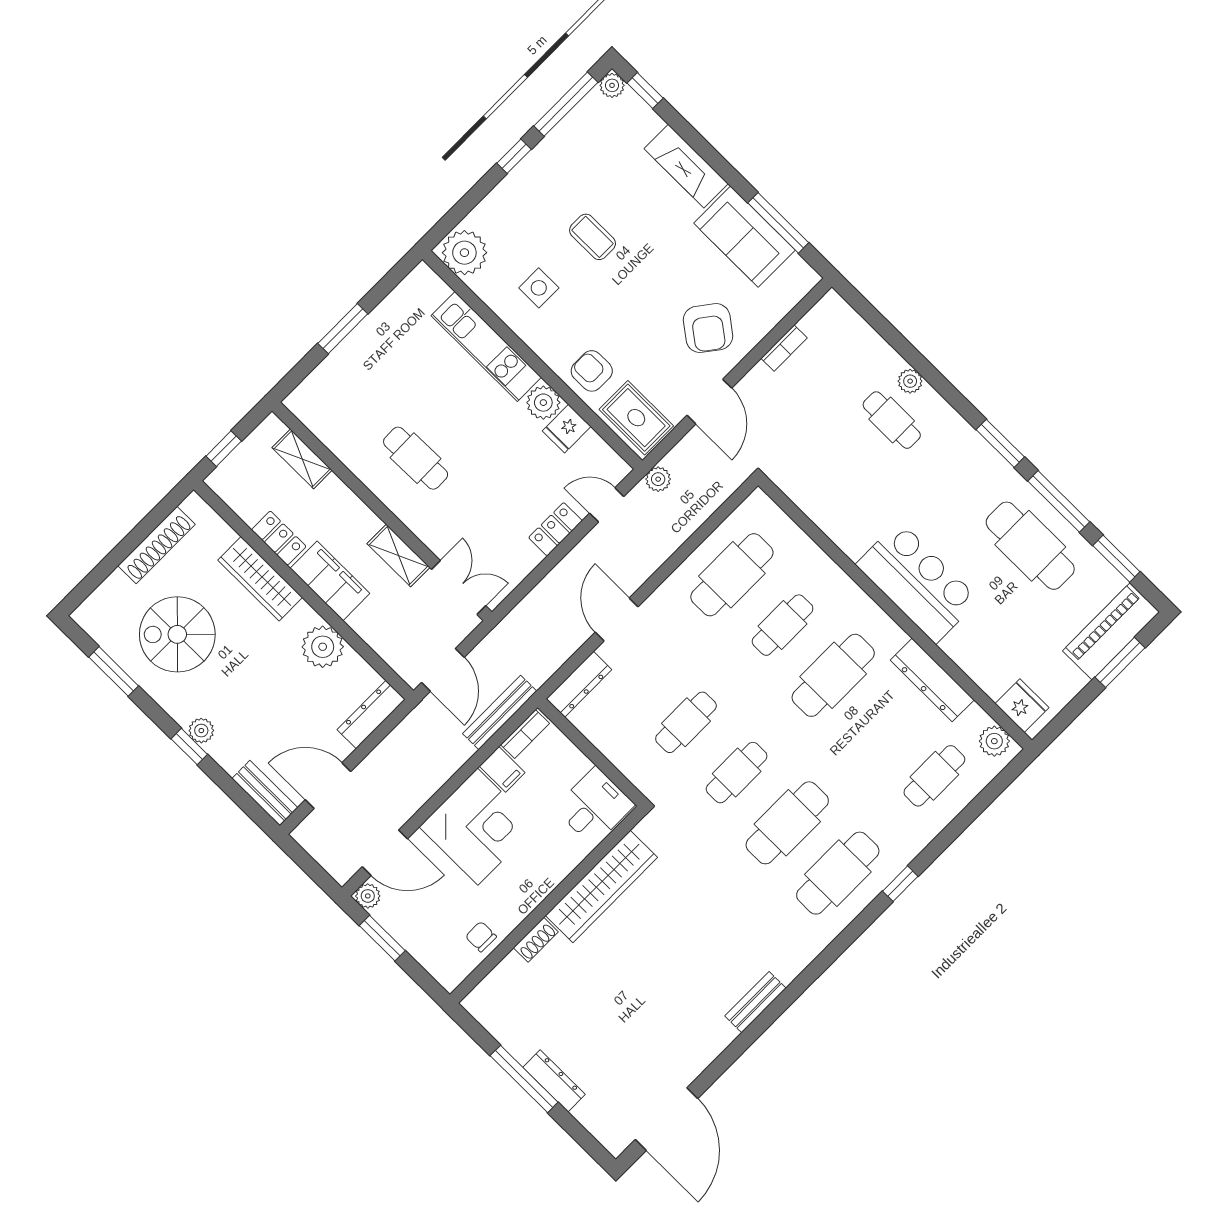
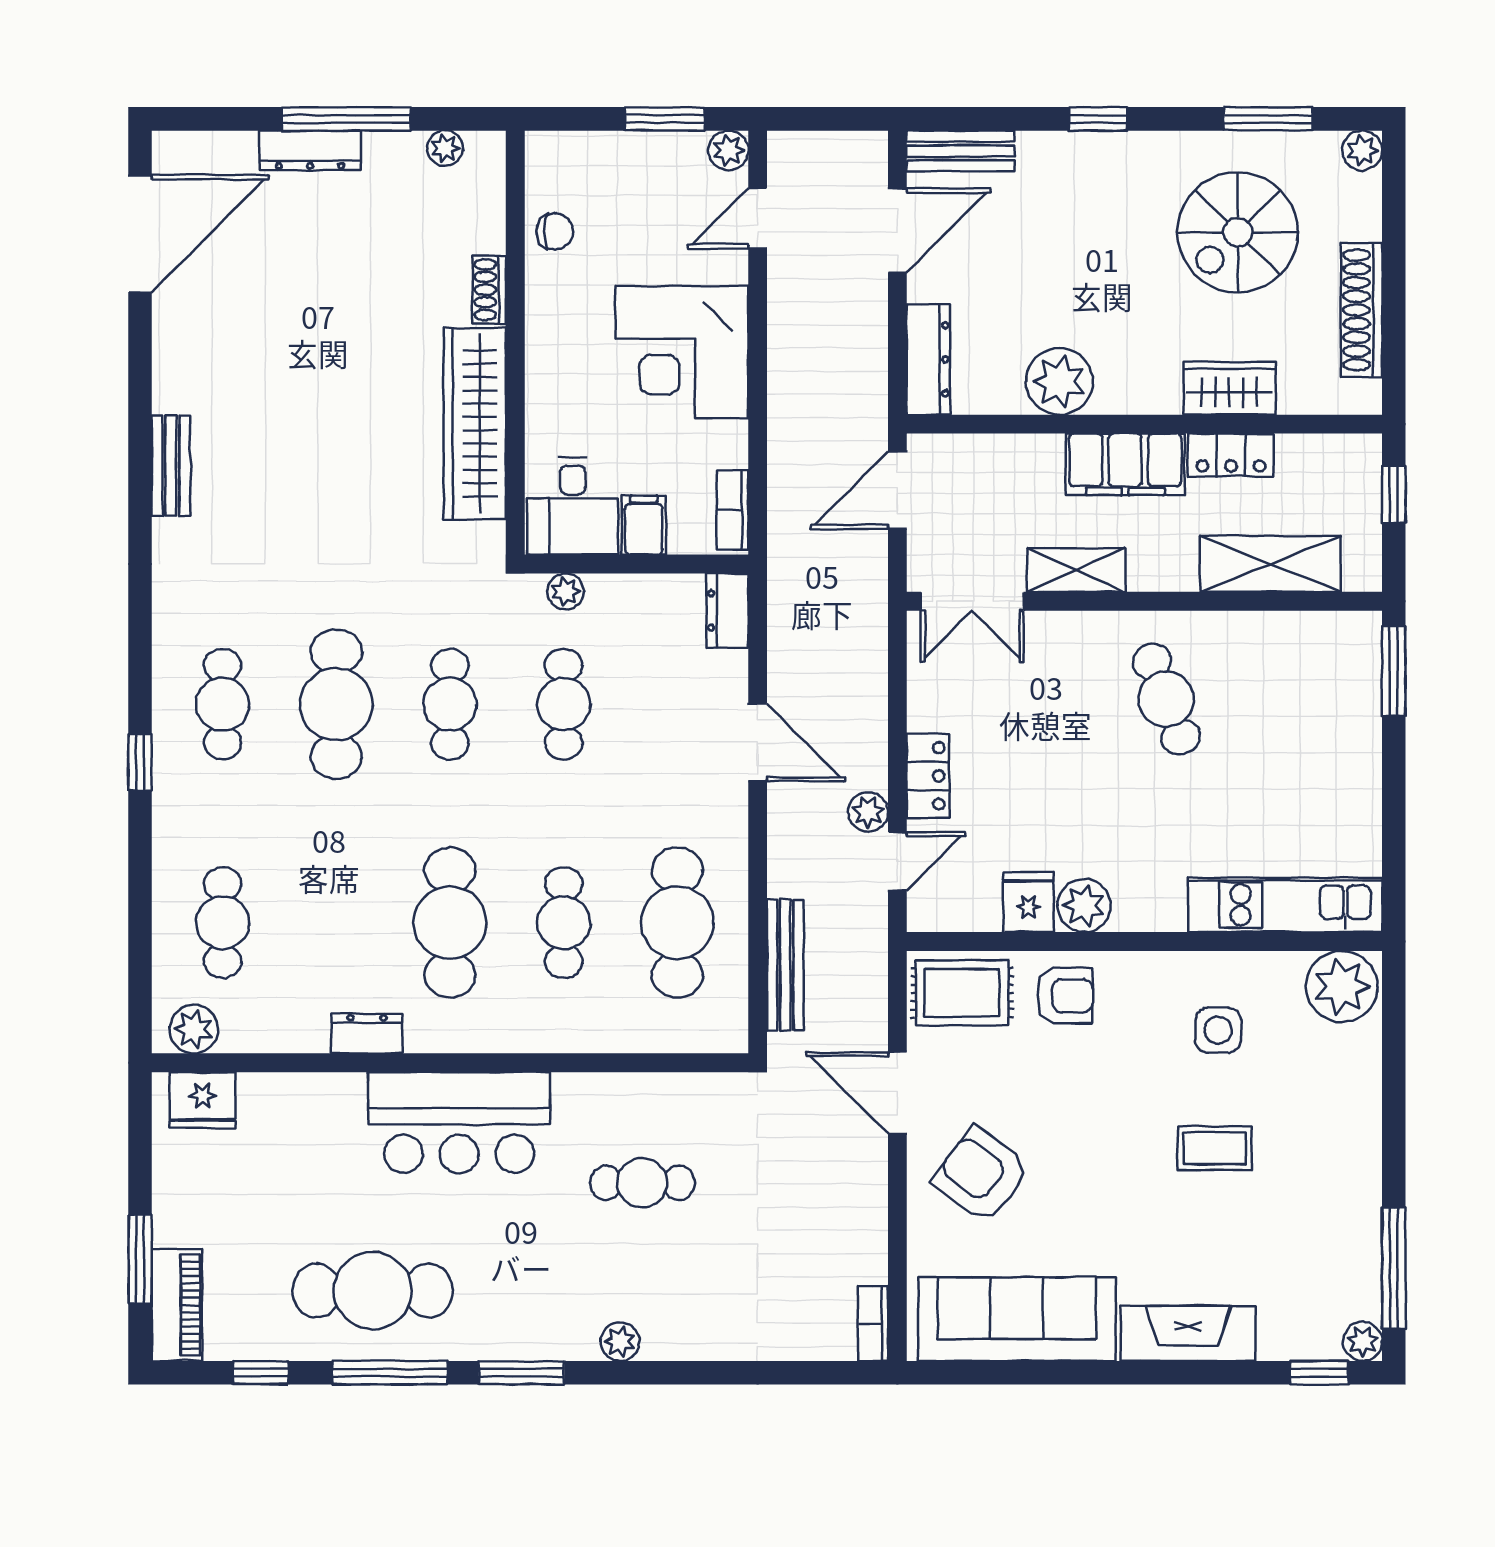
window: (514, 156) -> (1394, 1151), removed
window: (778, 223) -> (1020, 1373), removed
sofa: (744, 237) -> (1017, 1319), width x1.36
window: (343, 329) -> (1394, 671), moved
kitchen unit: (486, 346) -> (1285, 905), moved
bookcase: (784, 348) -> (873, 1323), moved
plant: (910, 381) -> (620, 1342), moved
cafe table: (892, 420) -> (642, 1183), moved
cafe table: (416, 458) -> (1166, 699), turned 70
shelving: (302, 459) -> (1270, 564), width x1.50, depth x1.33
plant: (658, 479) -> (868, 812), moved
window: (1116, 559) -> (261, 1373), width x0.67
wardrobe: (260, 579) -> (1229, 388), width x0.67
piano: (1111, 631) -> (177, 1305), width x0.73, depth x0.75
spiral stairs: (177, 634) -> (1238, 232), turned 180
door: (443, 670) -> (897, 490), hinge flipped
dresser: (932, 680) -> (367, 1033), width x0.51, depth x0.80
dresser: (579, 684) -> (727, 611), width x0.70
bench: (500, 712) -> (785, 965), moved
plant: (201, 731) -> (1362, 150), moved
filing cabinet: (502, 769) -> (644, 525), moved, turned 90
plant: (635, 772) -> (566, 592), added
door: (385, 853) -> (758, 218), width x0.73
cafe table: (838, 873) -> (223, 704), width x0.73, depth x0.74
plant: (493, 1022) -> (445, 148), added
door: (667, 1119) -> (140, 234), swing flipped

